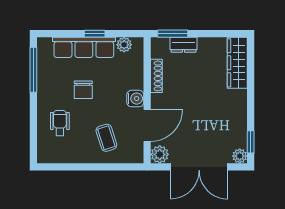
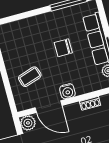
shoe rack: (156, 76) -> (90, 103), width x0.70
wheelchair: (60, 123) -> (32, 36), removed

